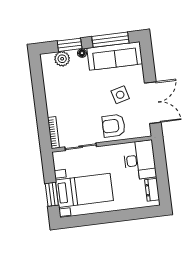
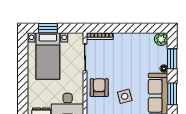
window: (110, 40) -> (172, 94), width x0.69
plant: (62, 59) -> (161, 39), moved

